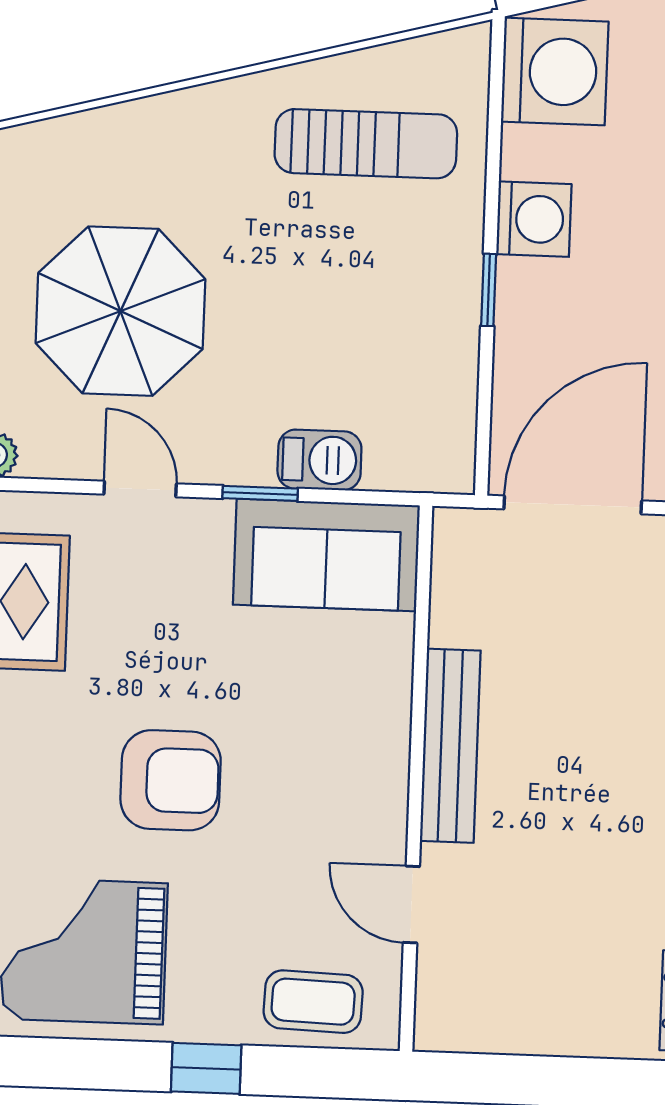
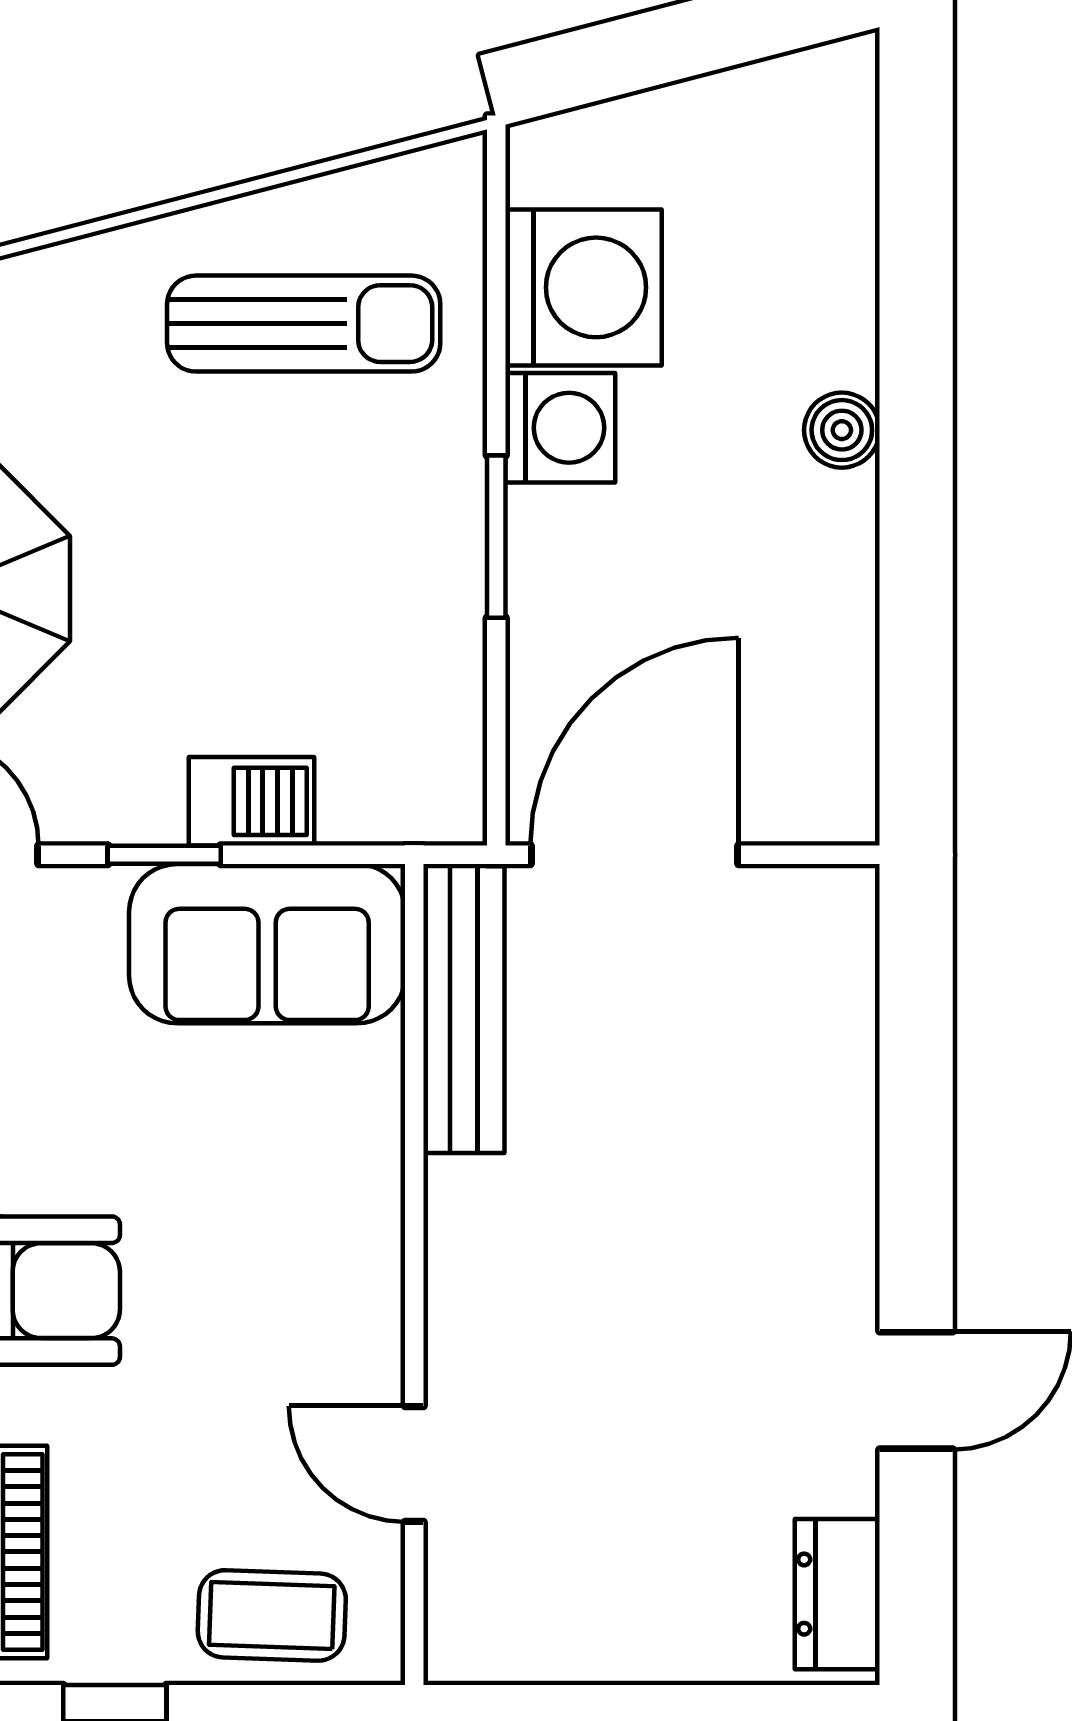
washing machine: (555, 72) -> (584, 287), moved
window: (489, 290) -> (496, 537), width x1.50
bench: (450, 746) -> (464, 1009), moved

